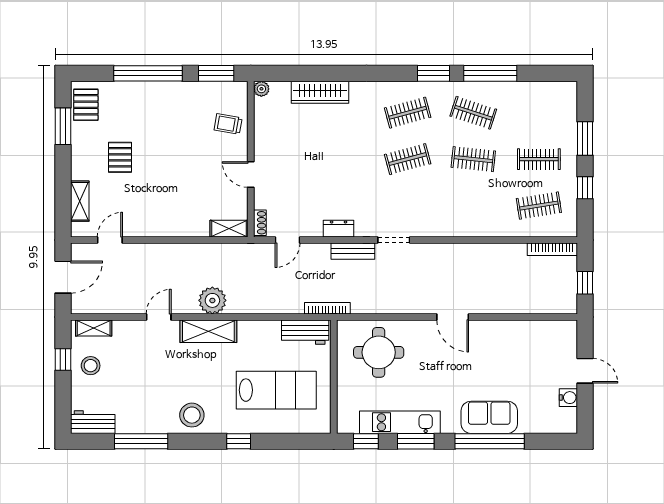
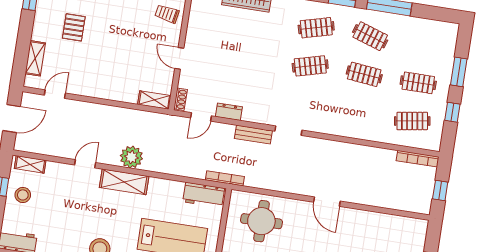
dresser: (339, 229) -> (229, 112), moved

